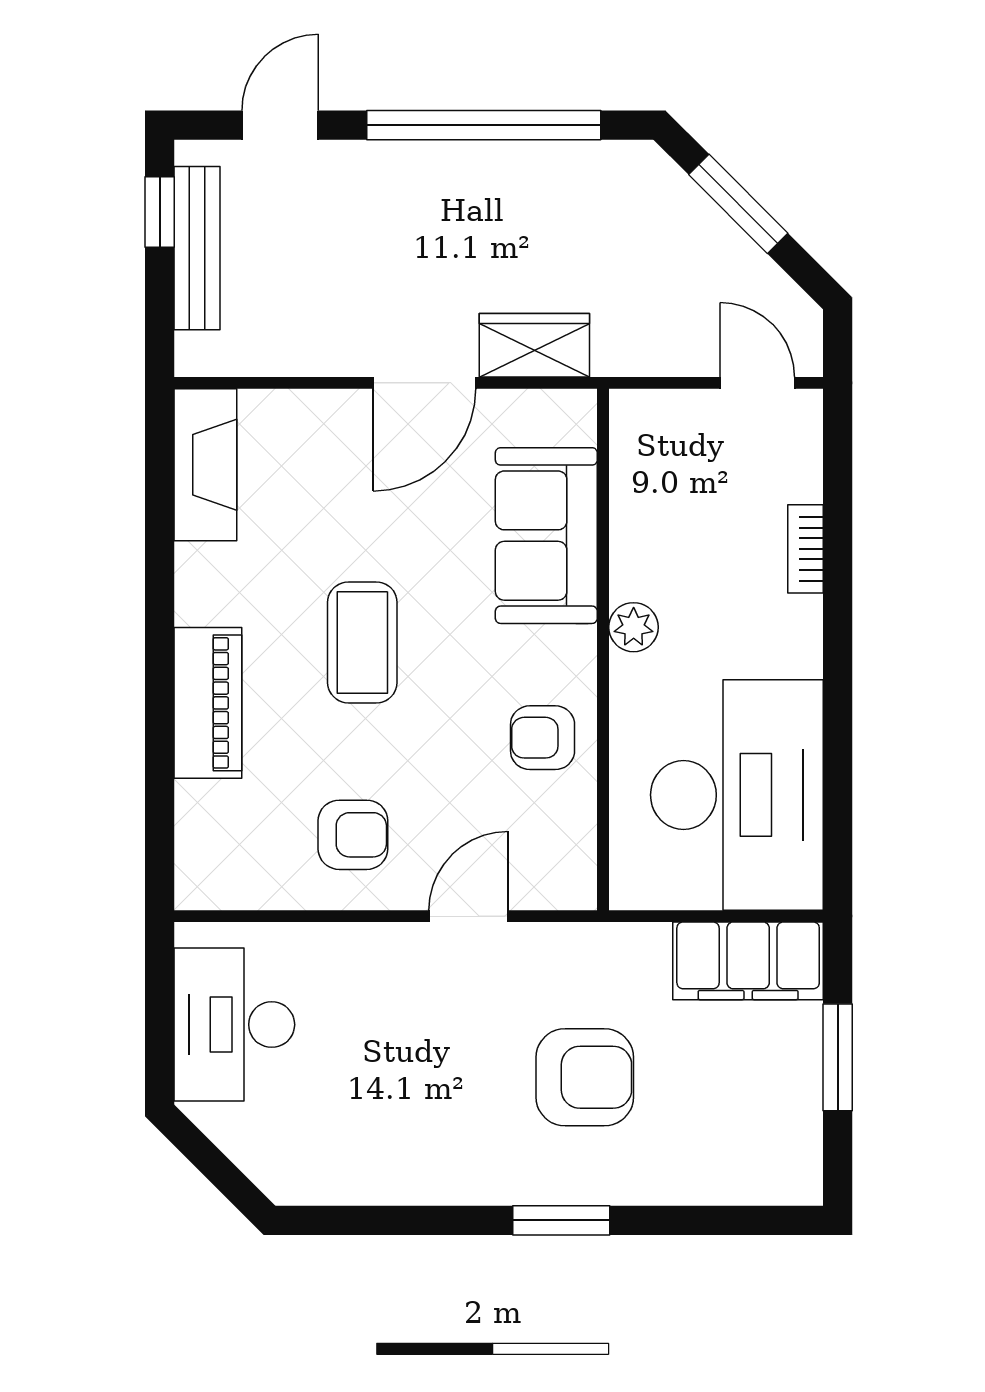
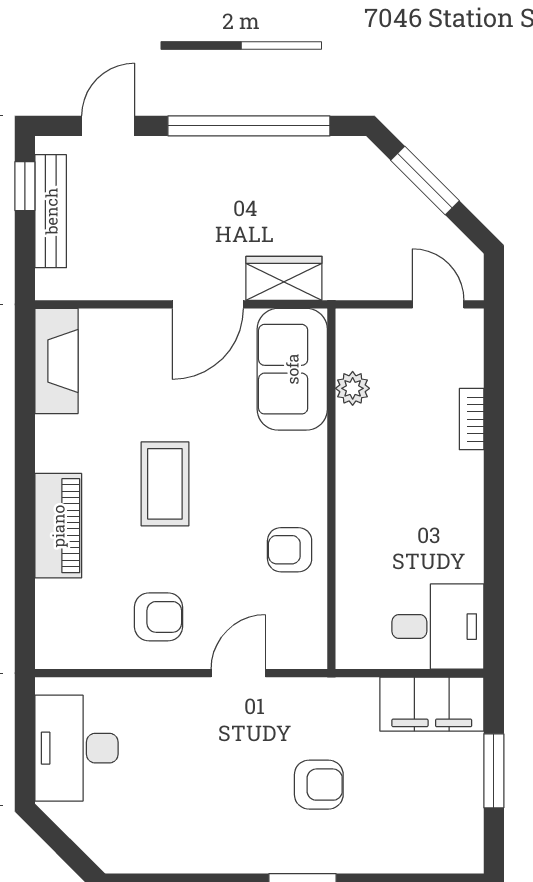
sofa: (546, 536) -> (292, 369), moved
plant: (634, 627) -> (353, 388), moved
desk: (737, 795) -> (438, 627), width x0.53, depth x0.77
armchair: (585, 1077) -> (319, 785), width x0.72, depth x0.72

